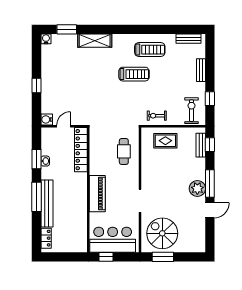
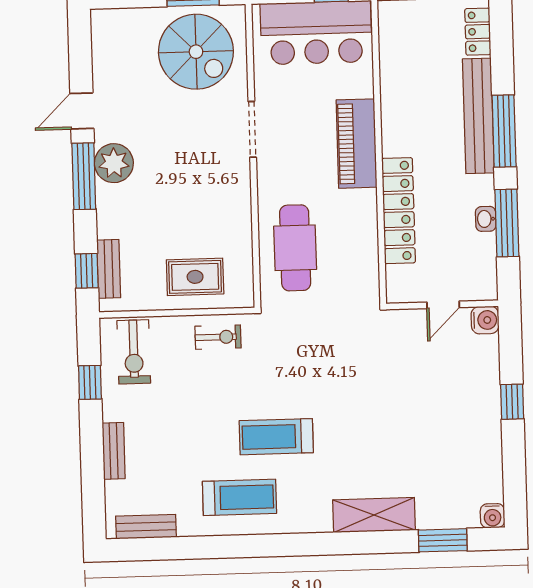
treadmill: (150, 50) -> (239, 497), turned 180
locker: (81, 150) -> (399, 211), moved
cafe table: (124, 151) -> (295, 248), width x1.37, depth x1.35
window: (36, 159) -> (507, 223), width x1.44

